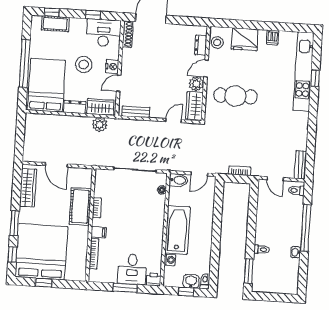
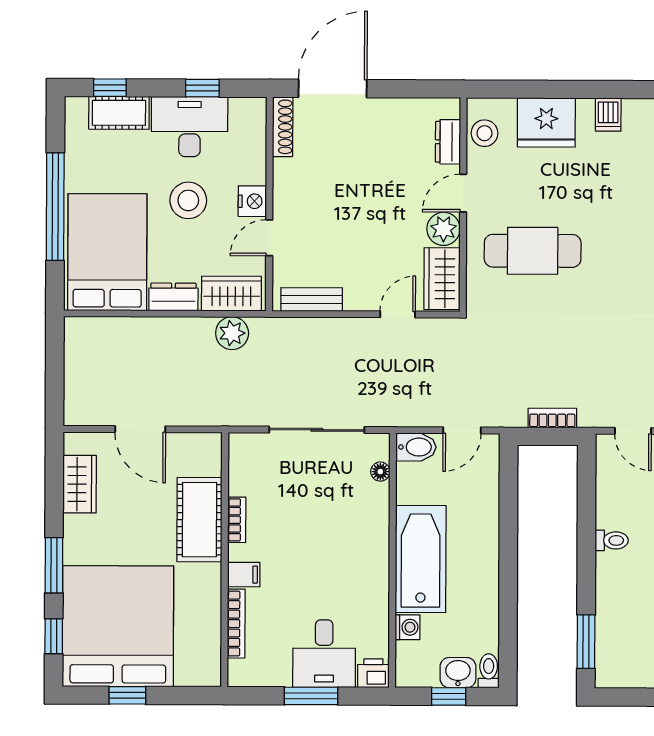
desk: (104, 33) -> (190, 127), moved
wardrobe: (28, 188) -> (80, 484), width x0.67
toilet: (261, 250) -> (612, 540), moved

